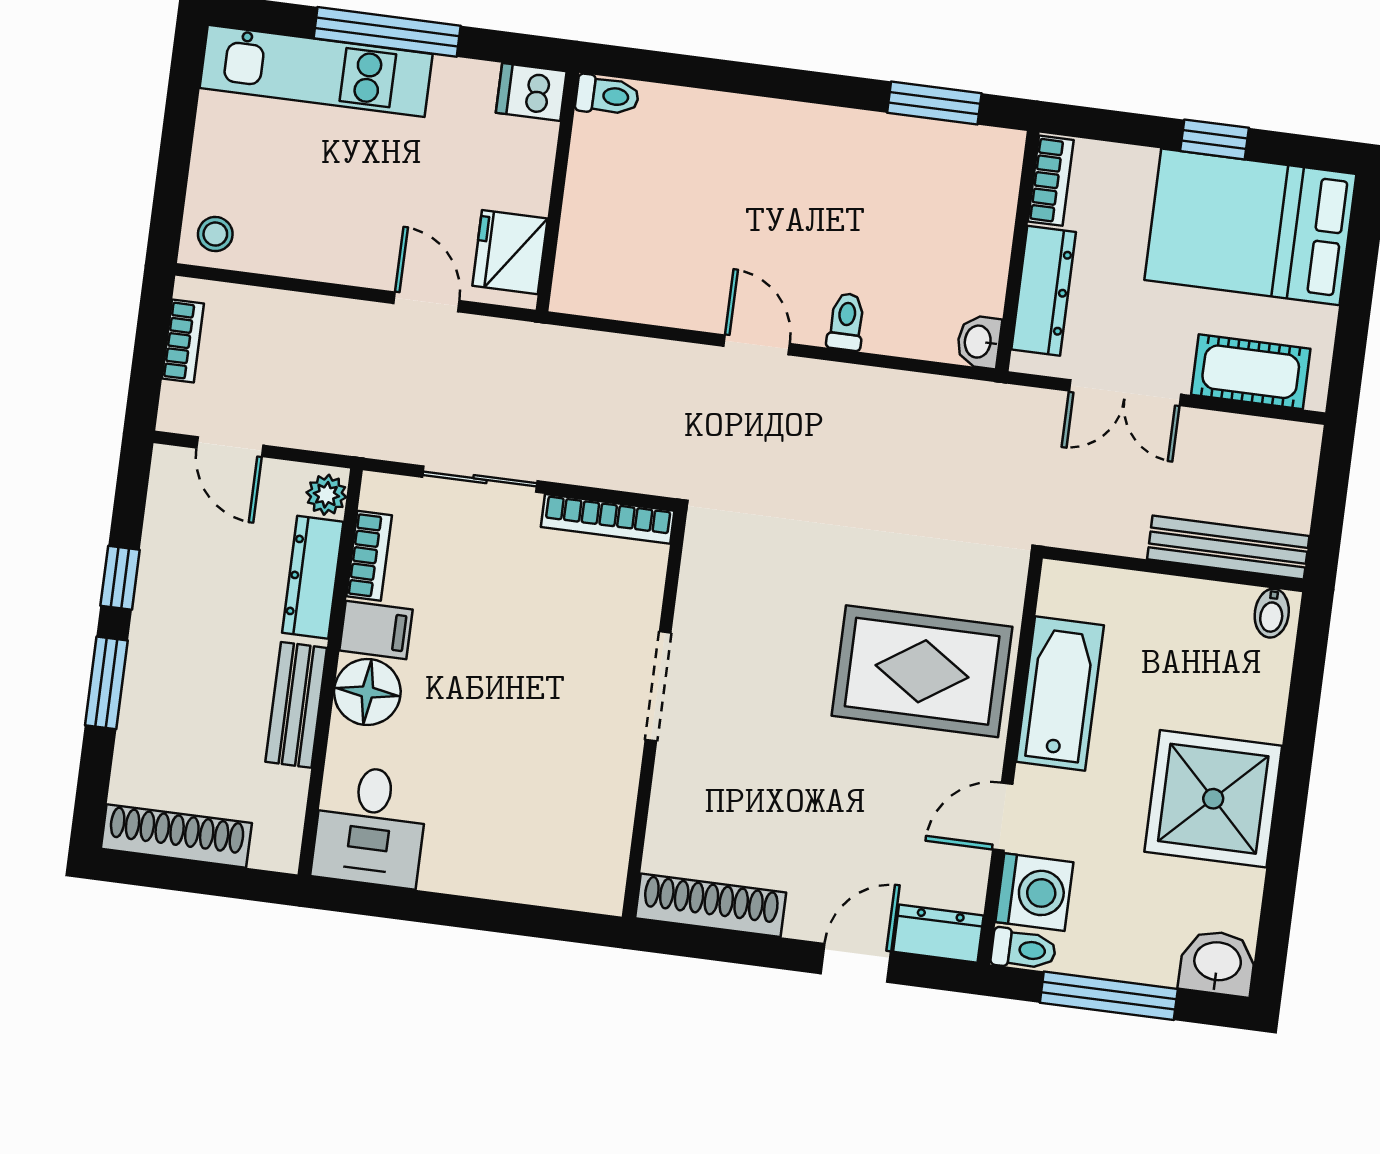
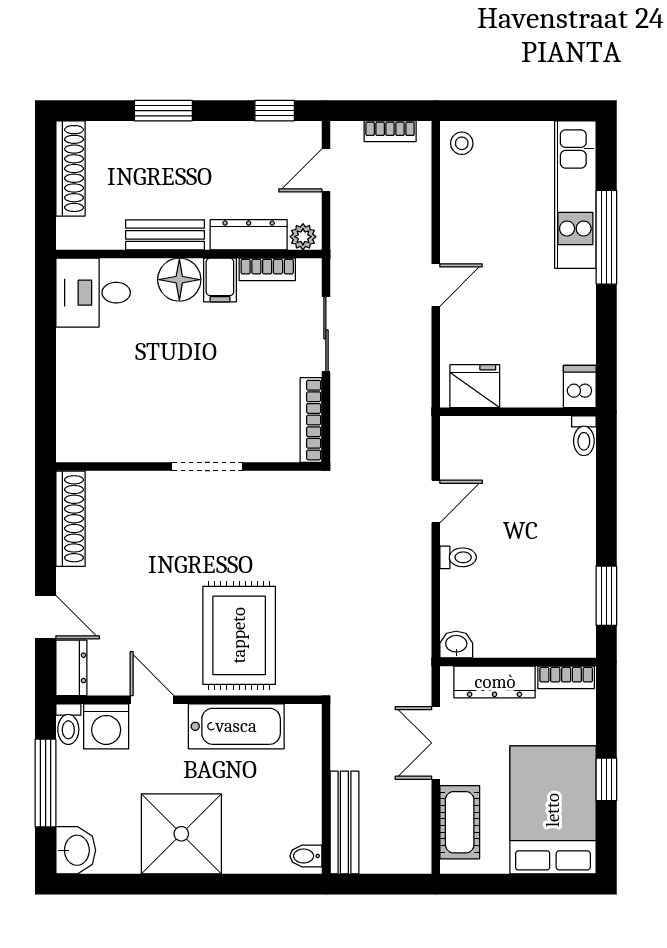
dishwasher: (531, 92) -> (580, 386), moved
toilet: (607, 96) -> (584, 436), moved
wall: (557, 191) -> (518, 412), moved
fridge: (510, 252) -> (475, 386), moved
window: (120, 578) -> (275, 111), moved

